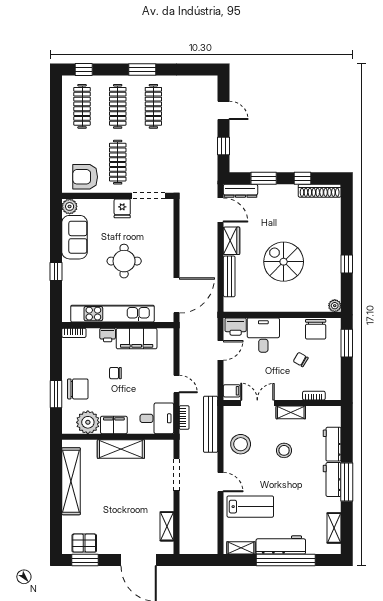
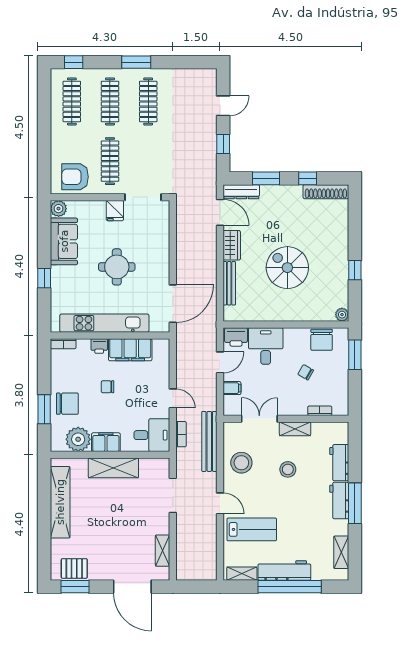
door: (223, 110) -> (223, 106), hinge flipped
filing cabinet: (232, 391) -> (232, 388), moved

